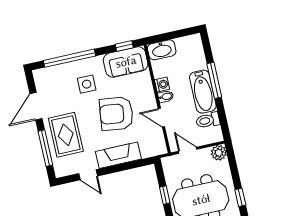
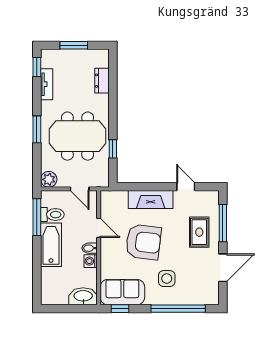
window: (214, 80) -> (37, 217), moved
rug: (66, 135) -> (199, 232), width x0.73, depth x0.70
window: (240, 197) -> (37, 129), width x1.50

